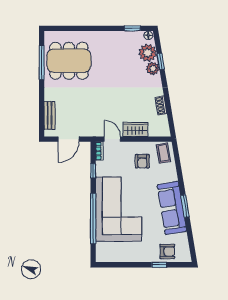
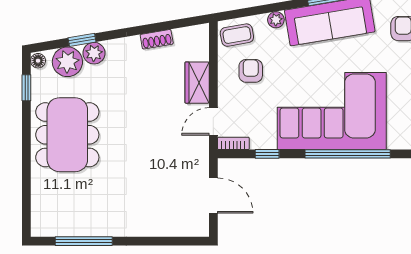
dining table: (69, 61) -> (67, 135), moved
bench: (49, 115) -> (173, 228), removed
armchair: (142, 161) -> (251, 71), turned -90
plant: (173, 176) -> (276, 20), added

